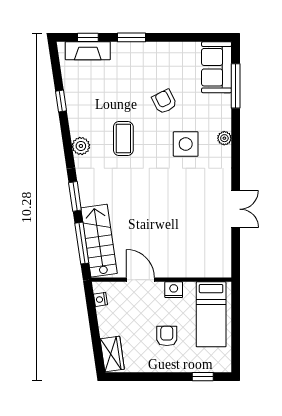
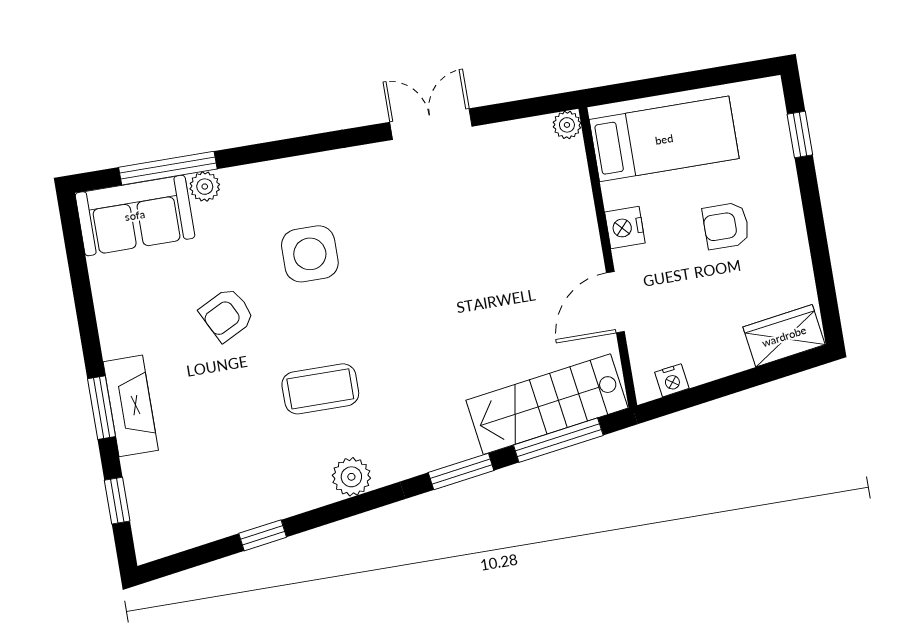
fireplace: (88, 51) -> (131, 406), moved
plant: (224, 138) -> (205, 187), moved
plant: (225, 271) -> (567, 125), added

